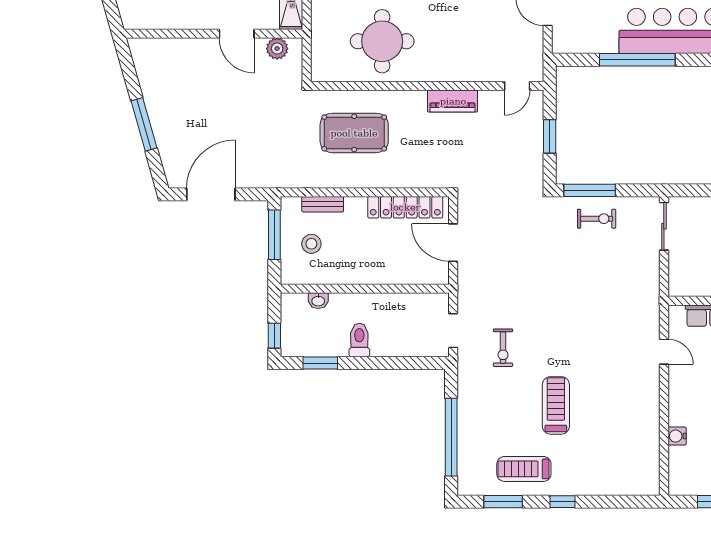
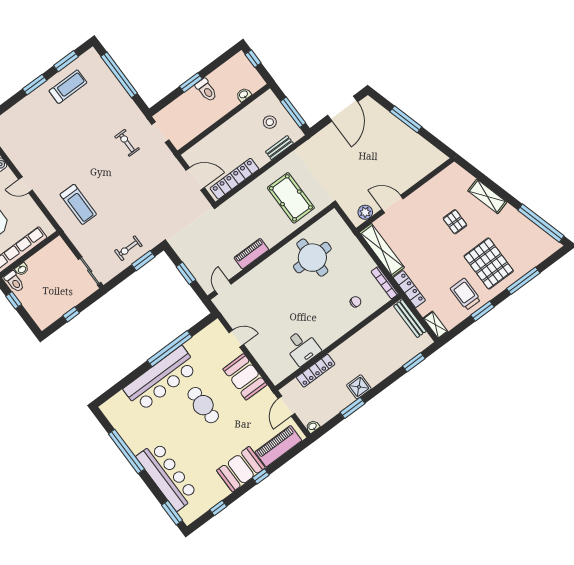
pool table: (354, 133) -> (291, 198), turned 90
window: (590, 190) -> (143, 261), width x0.69
door: (664, 352) -> (25, 185), moved
window: (320, 363) -> (191, 83), moved
treadmill: (556, 405) -> (78, 204), moved
window: (562, 502) -> (35, 85), width x1.50

